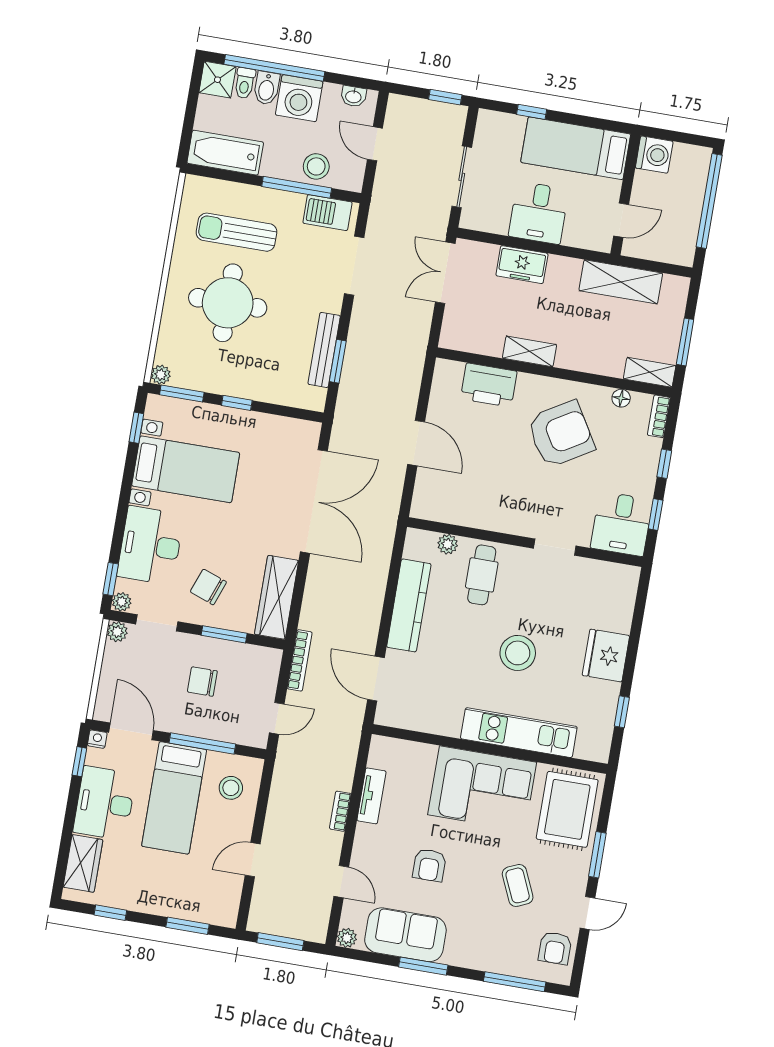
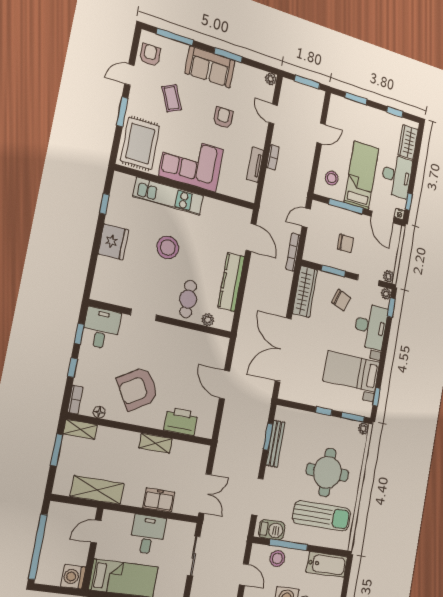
sun lounger: (237, 232) -> (322, 516), width x1.36, depth x1.34
sofa: (405, 935) -> (210, 67), moved

